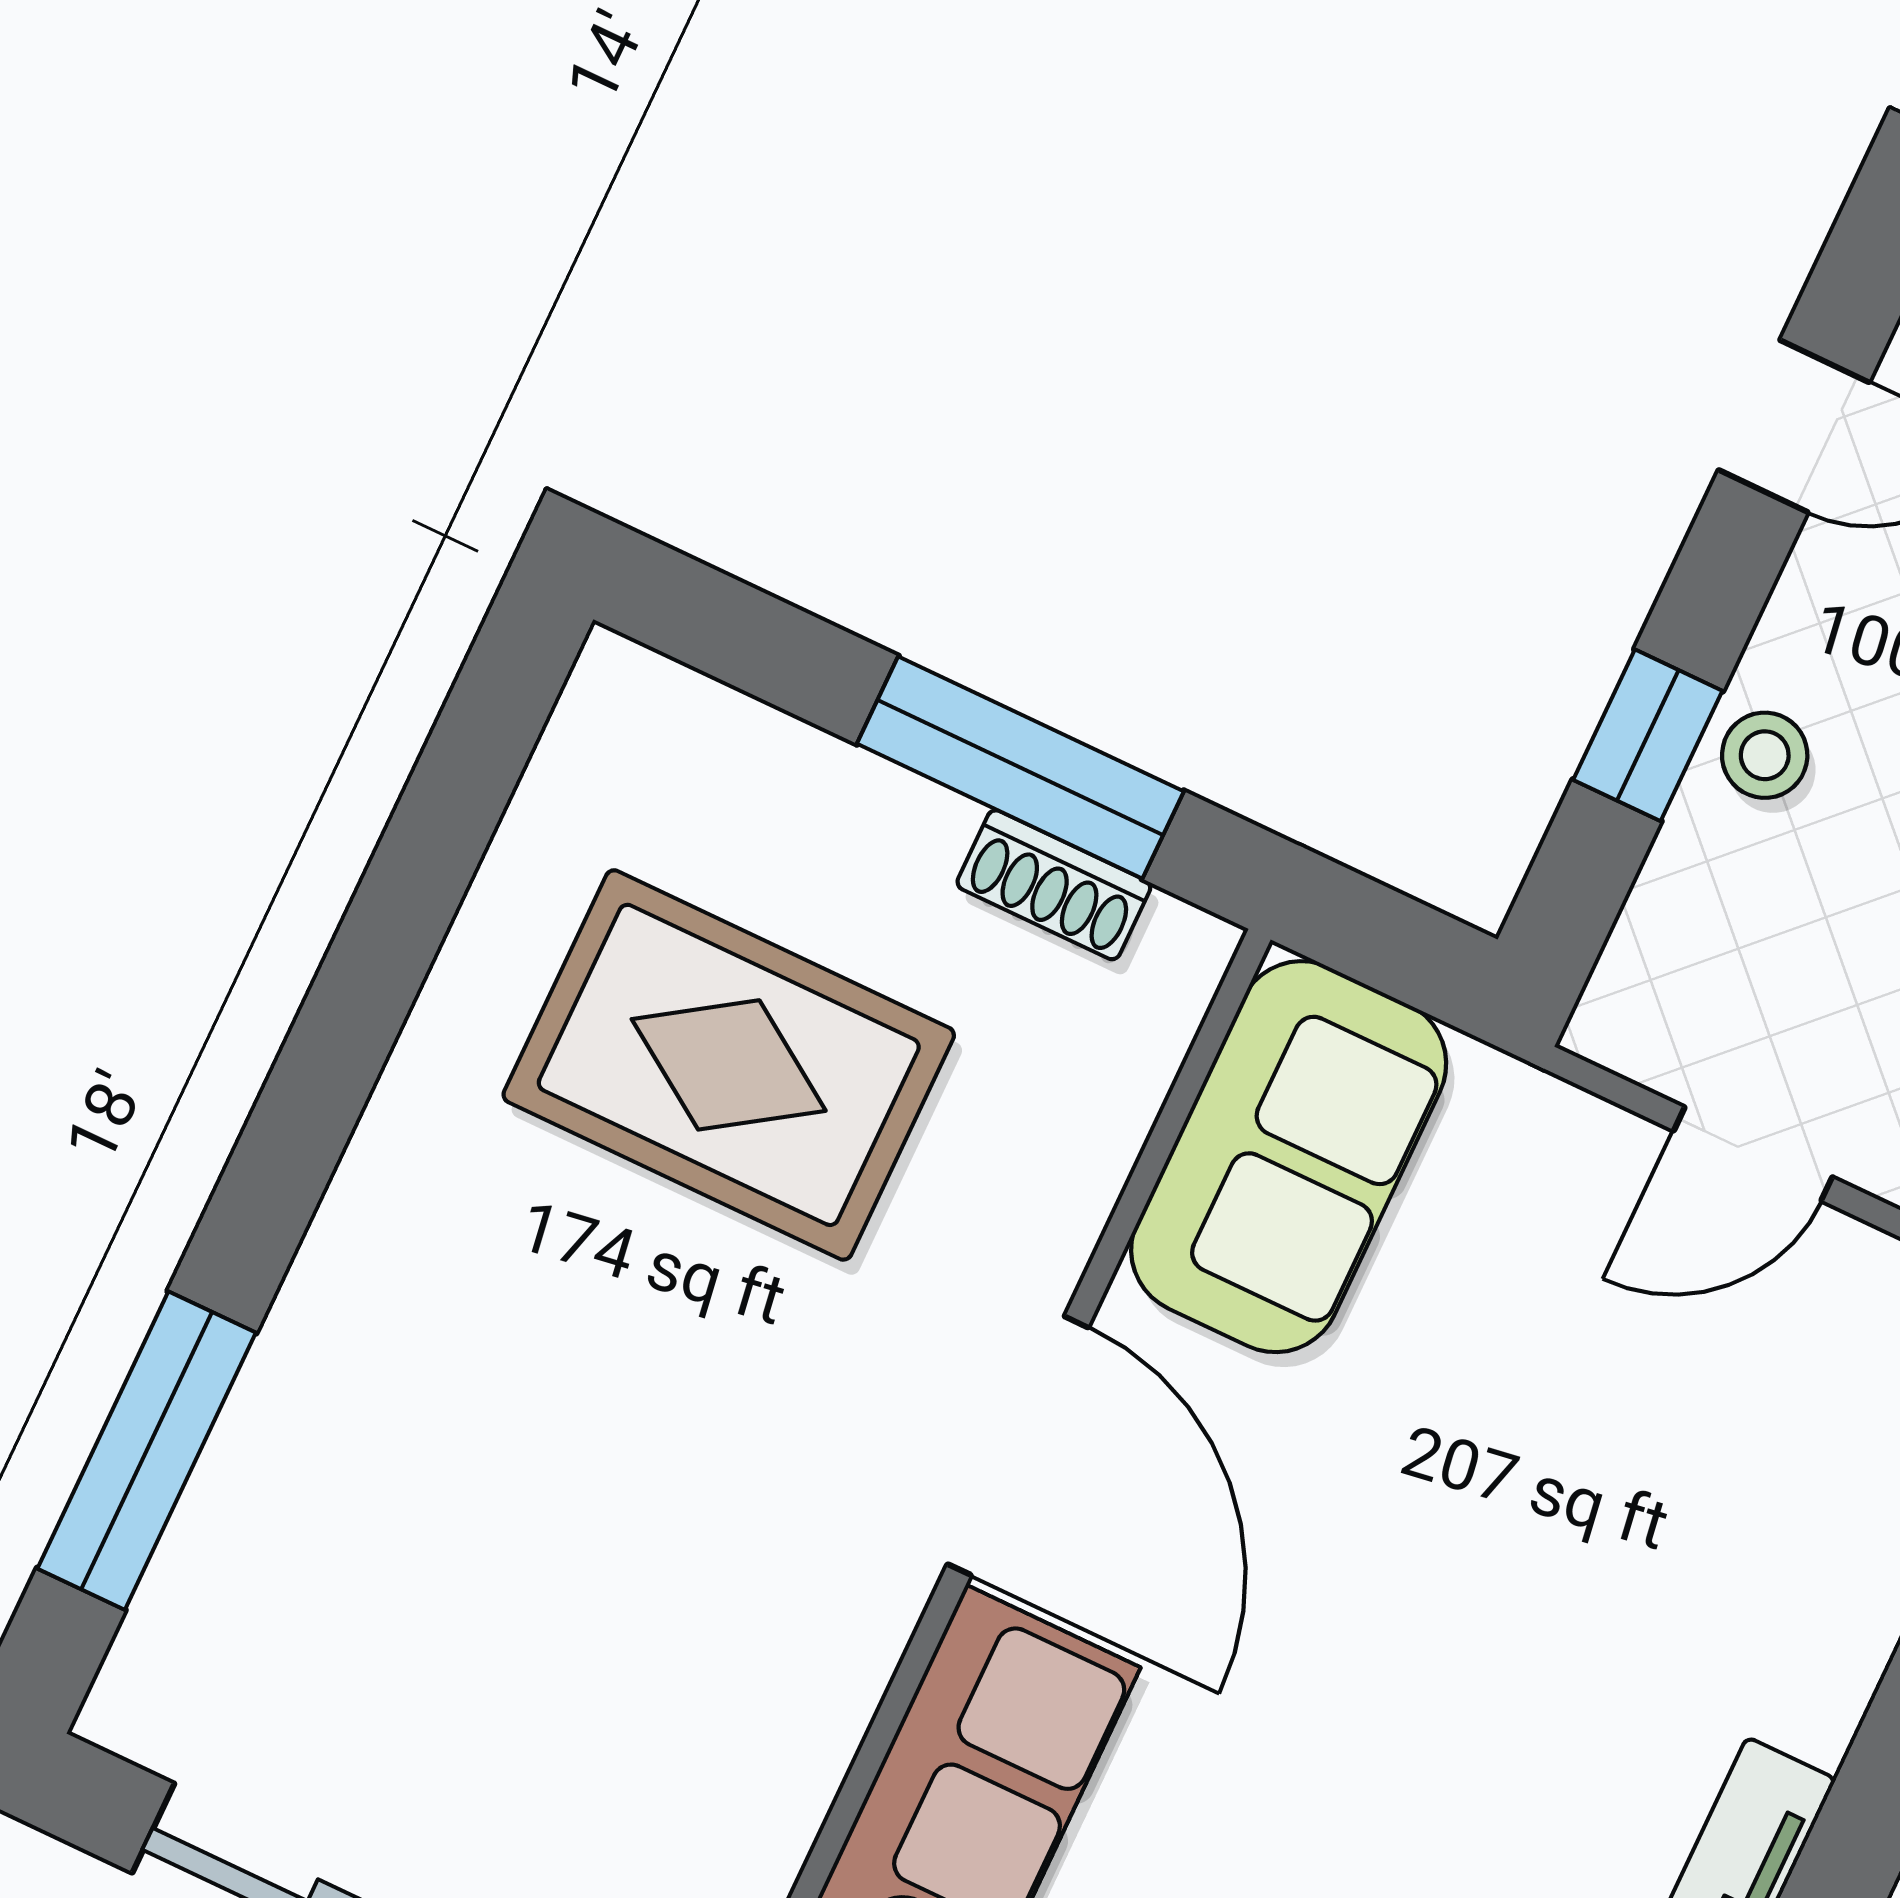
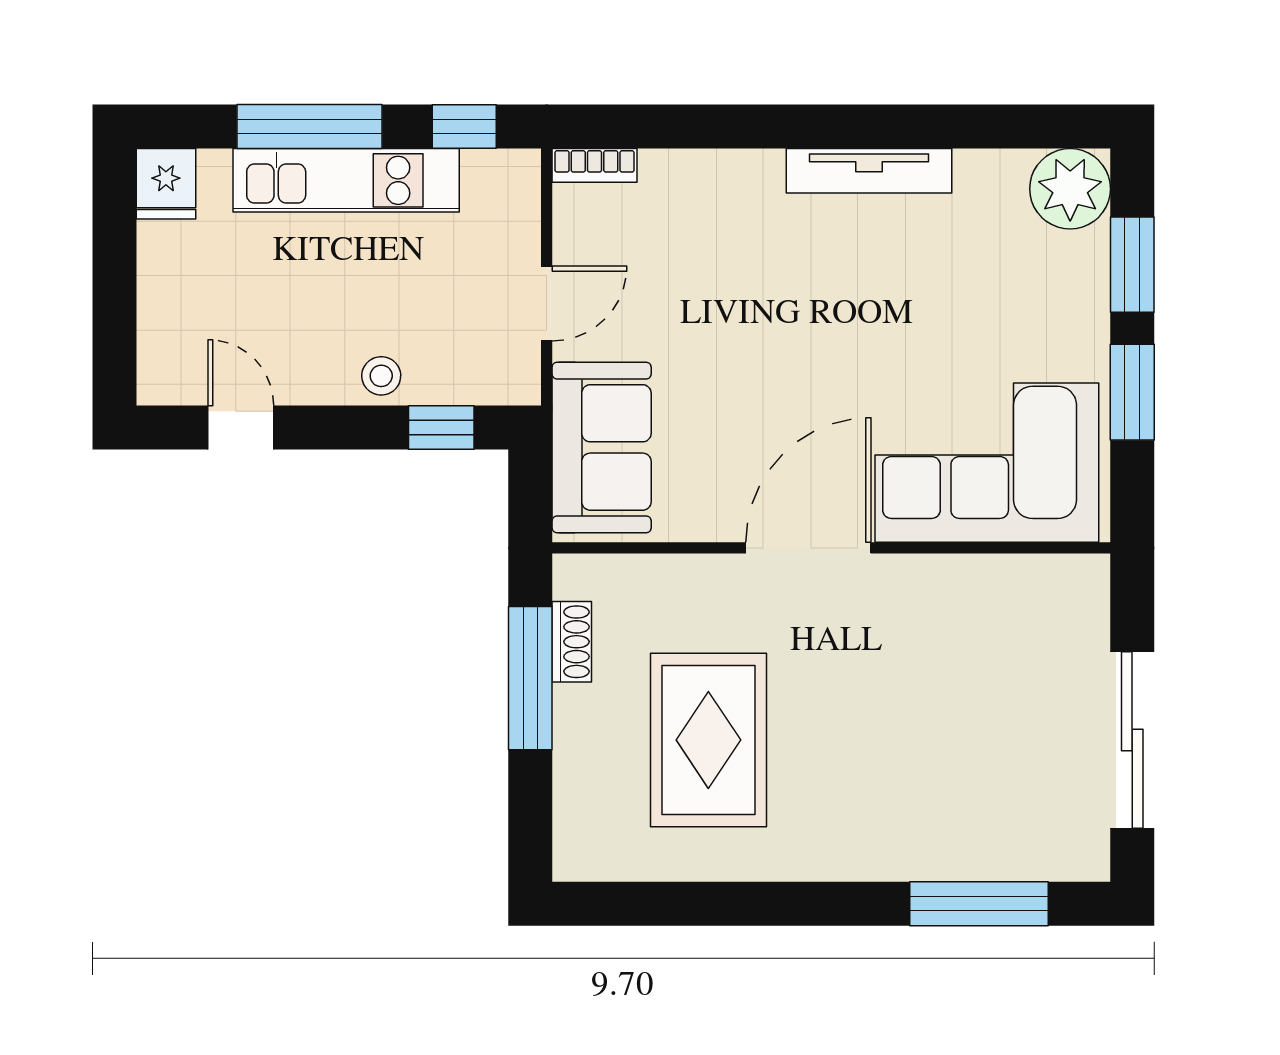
window: (1648, 735) -> (441, 428), moved
door: (1753, 1154) -> (547, 304), hinge flipped
sofa: (1289, 1157) -> (602, 447), moved, turned 90

